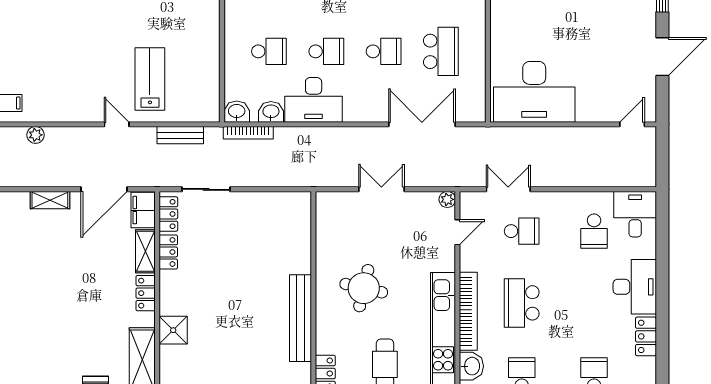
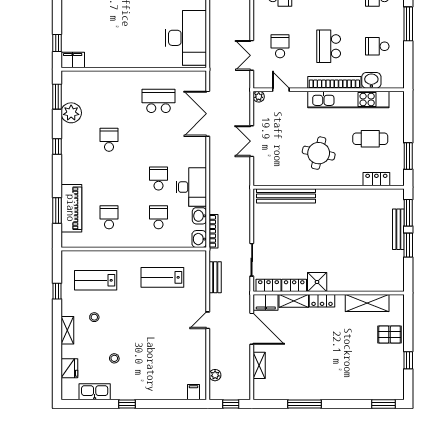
school desk: (384, 51) -> (159, 140), removed
lab bench: (150, 79) -> (162, 277), moved
school desk: (522, 303) -> (329, 46), turned 90
bench: (300, 318) -> (286, 196), moved
shower: (173, 330) -> (317, 282), moved

